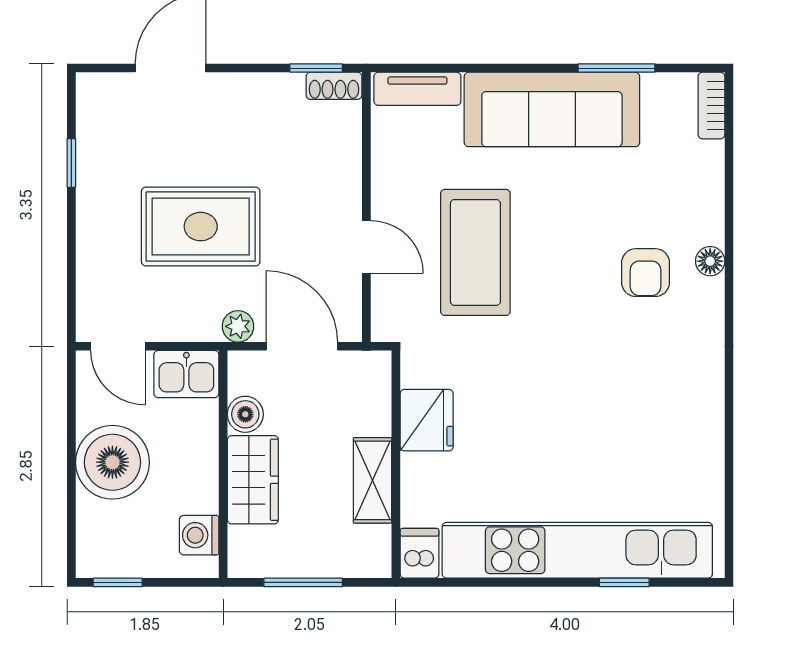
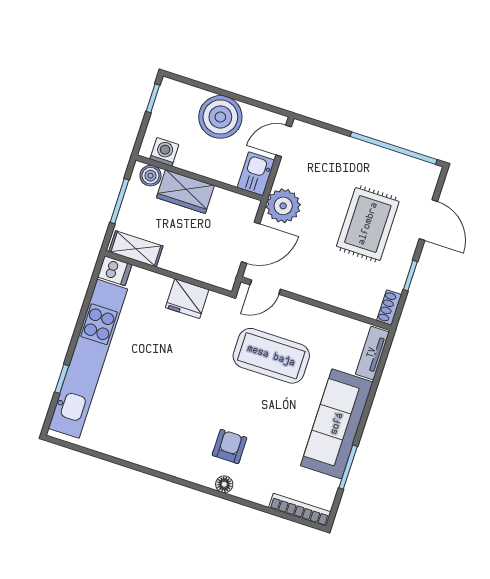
window: (316, 68) -> (410, 276), moved
bookcase: (711, 106) -> (300, 510), width x1.56
window: (71, 163) -> (394, 148), width x3.17
rug: (201, 227) -> (368, 224), moved
door: (366, 247) -> (265, 287), moved
armchair: (646, 273) -> (230, 446), turned 90
plant: (238, 326) -> (283, 206), width x1.87, depth x1.87
boiler: (245, 414) -> (150, 176), moved
shelving: (373, 480) -> (136, 249), moved

